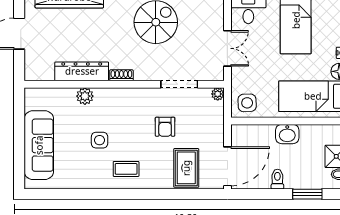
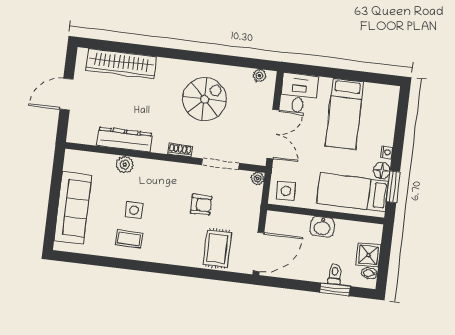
double door: (227, 48) -> (273, 134), width x1.37
shoe rack: (121, 75) -> (180, 150), moved
armchair: (165, 127) -> (201, 205), turned -90
coffee table: (126, 169) -> (129, 239), moved
toilet: (277, 179) -> (335, 274), moved

